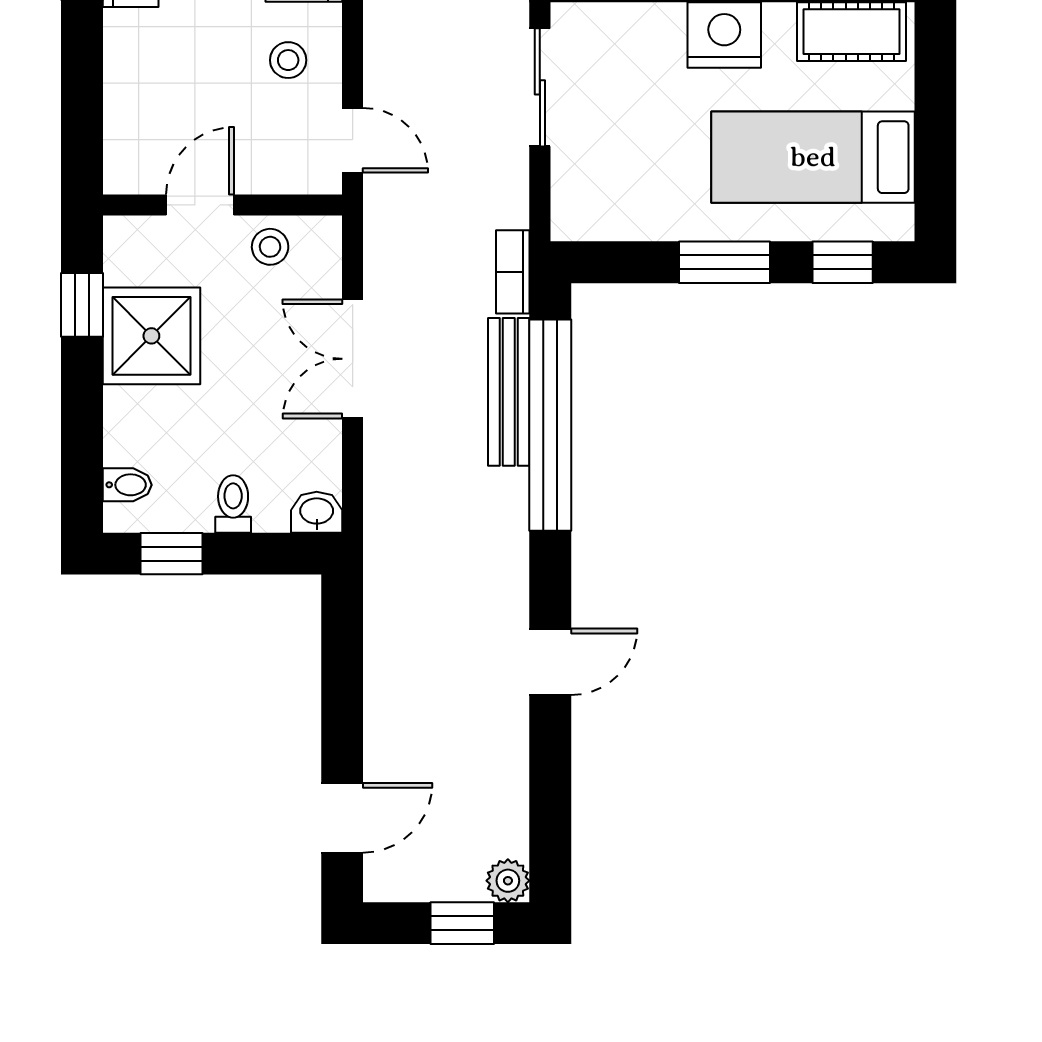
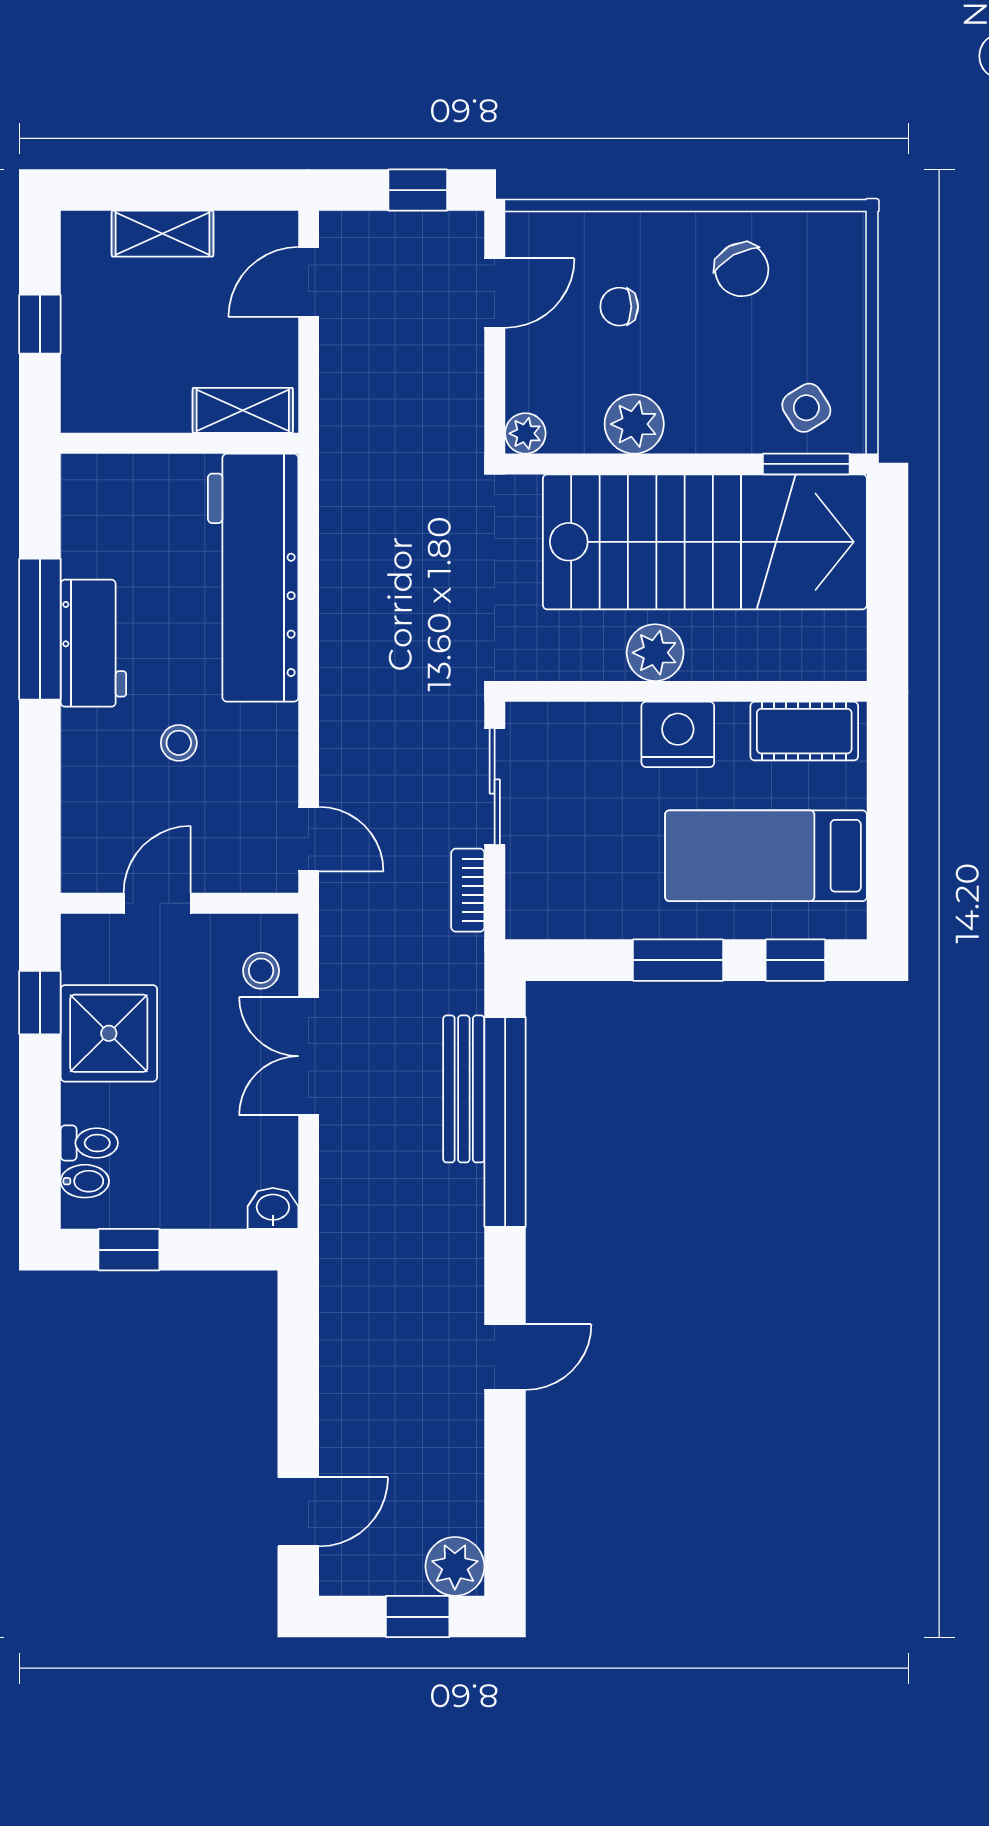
stool: (288, 60) -> (179, 743), moved
stool: (270, 247) -> (261, 971), moved
bookcase: (513, 272) -> (468, 890), moved
toilet: (233, 504) -> (89, 1143), moved, turned 90
plant: (508, 881) -> (455, 1566), width x1.38, depth x1.38

